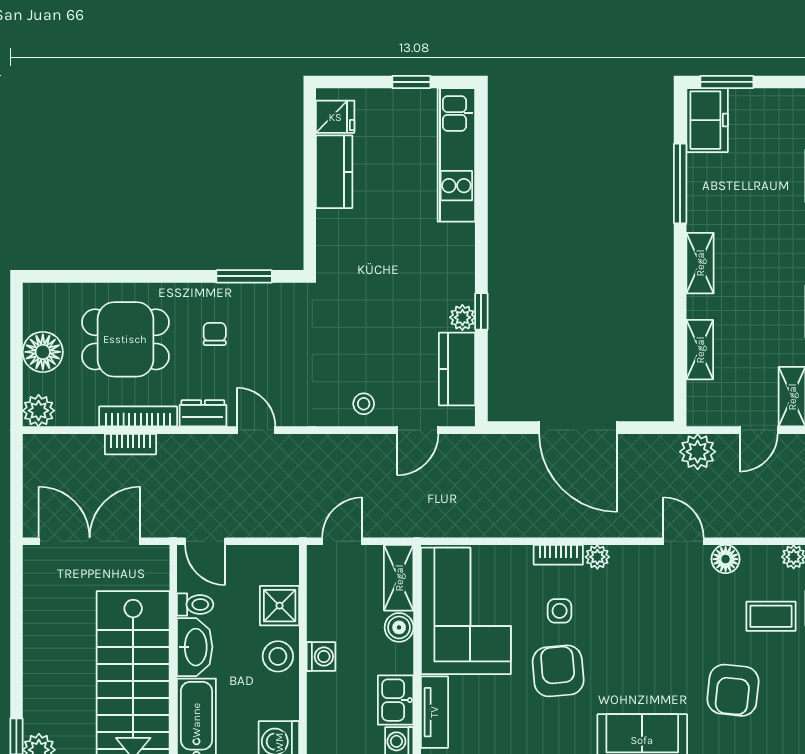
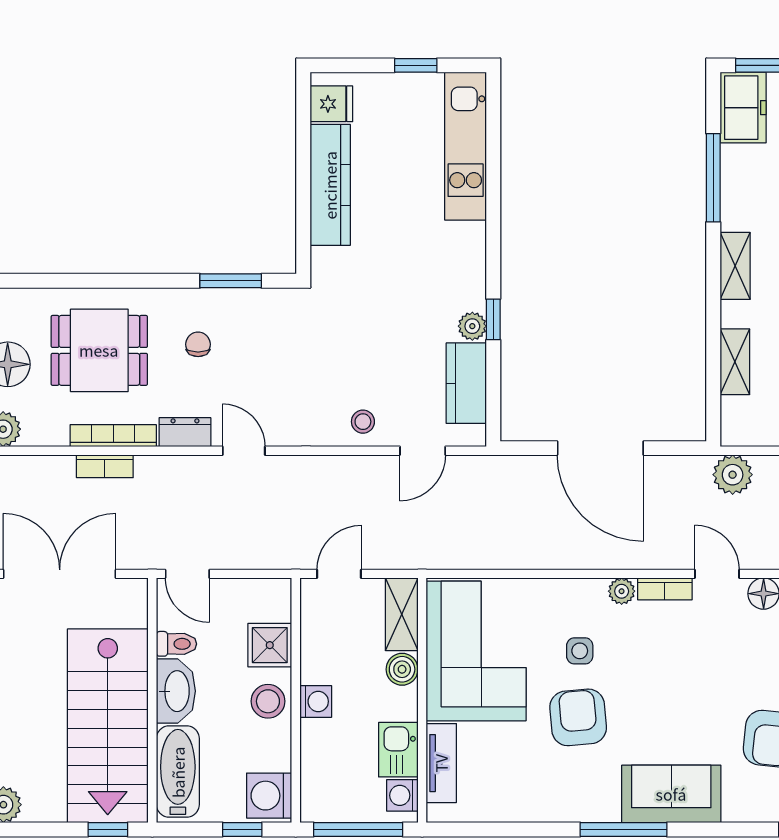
kitchen counter: (334, 172) -> (330, 185), width x1.50
bookcase: (558, 555) -> (665, 589), moved

